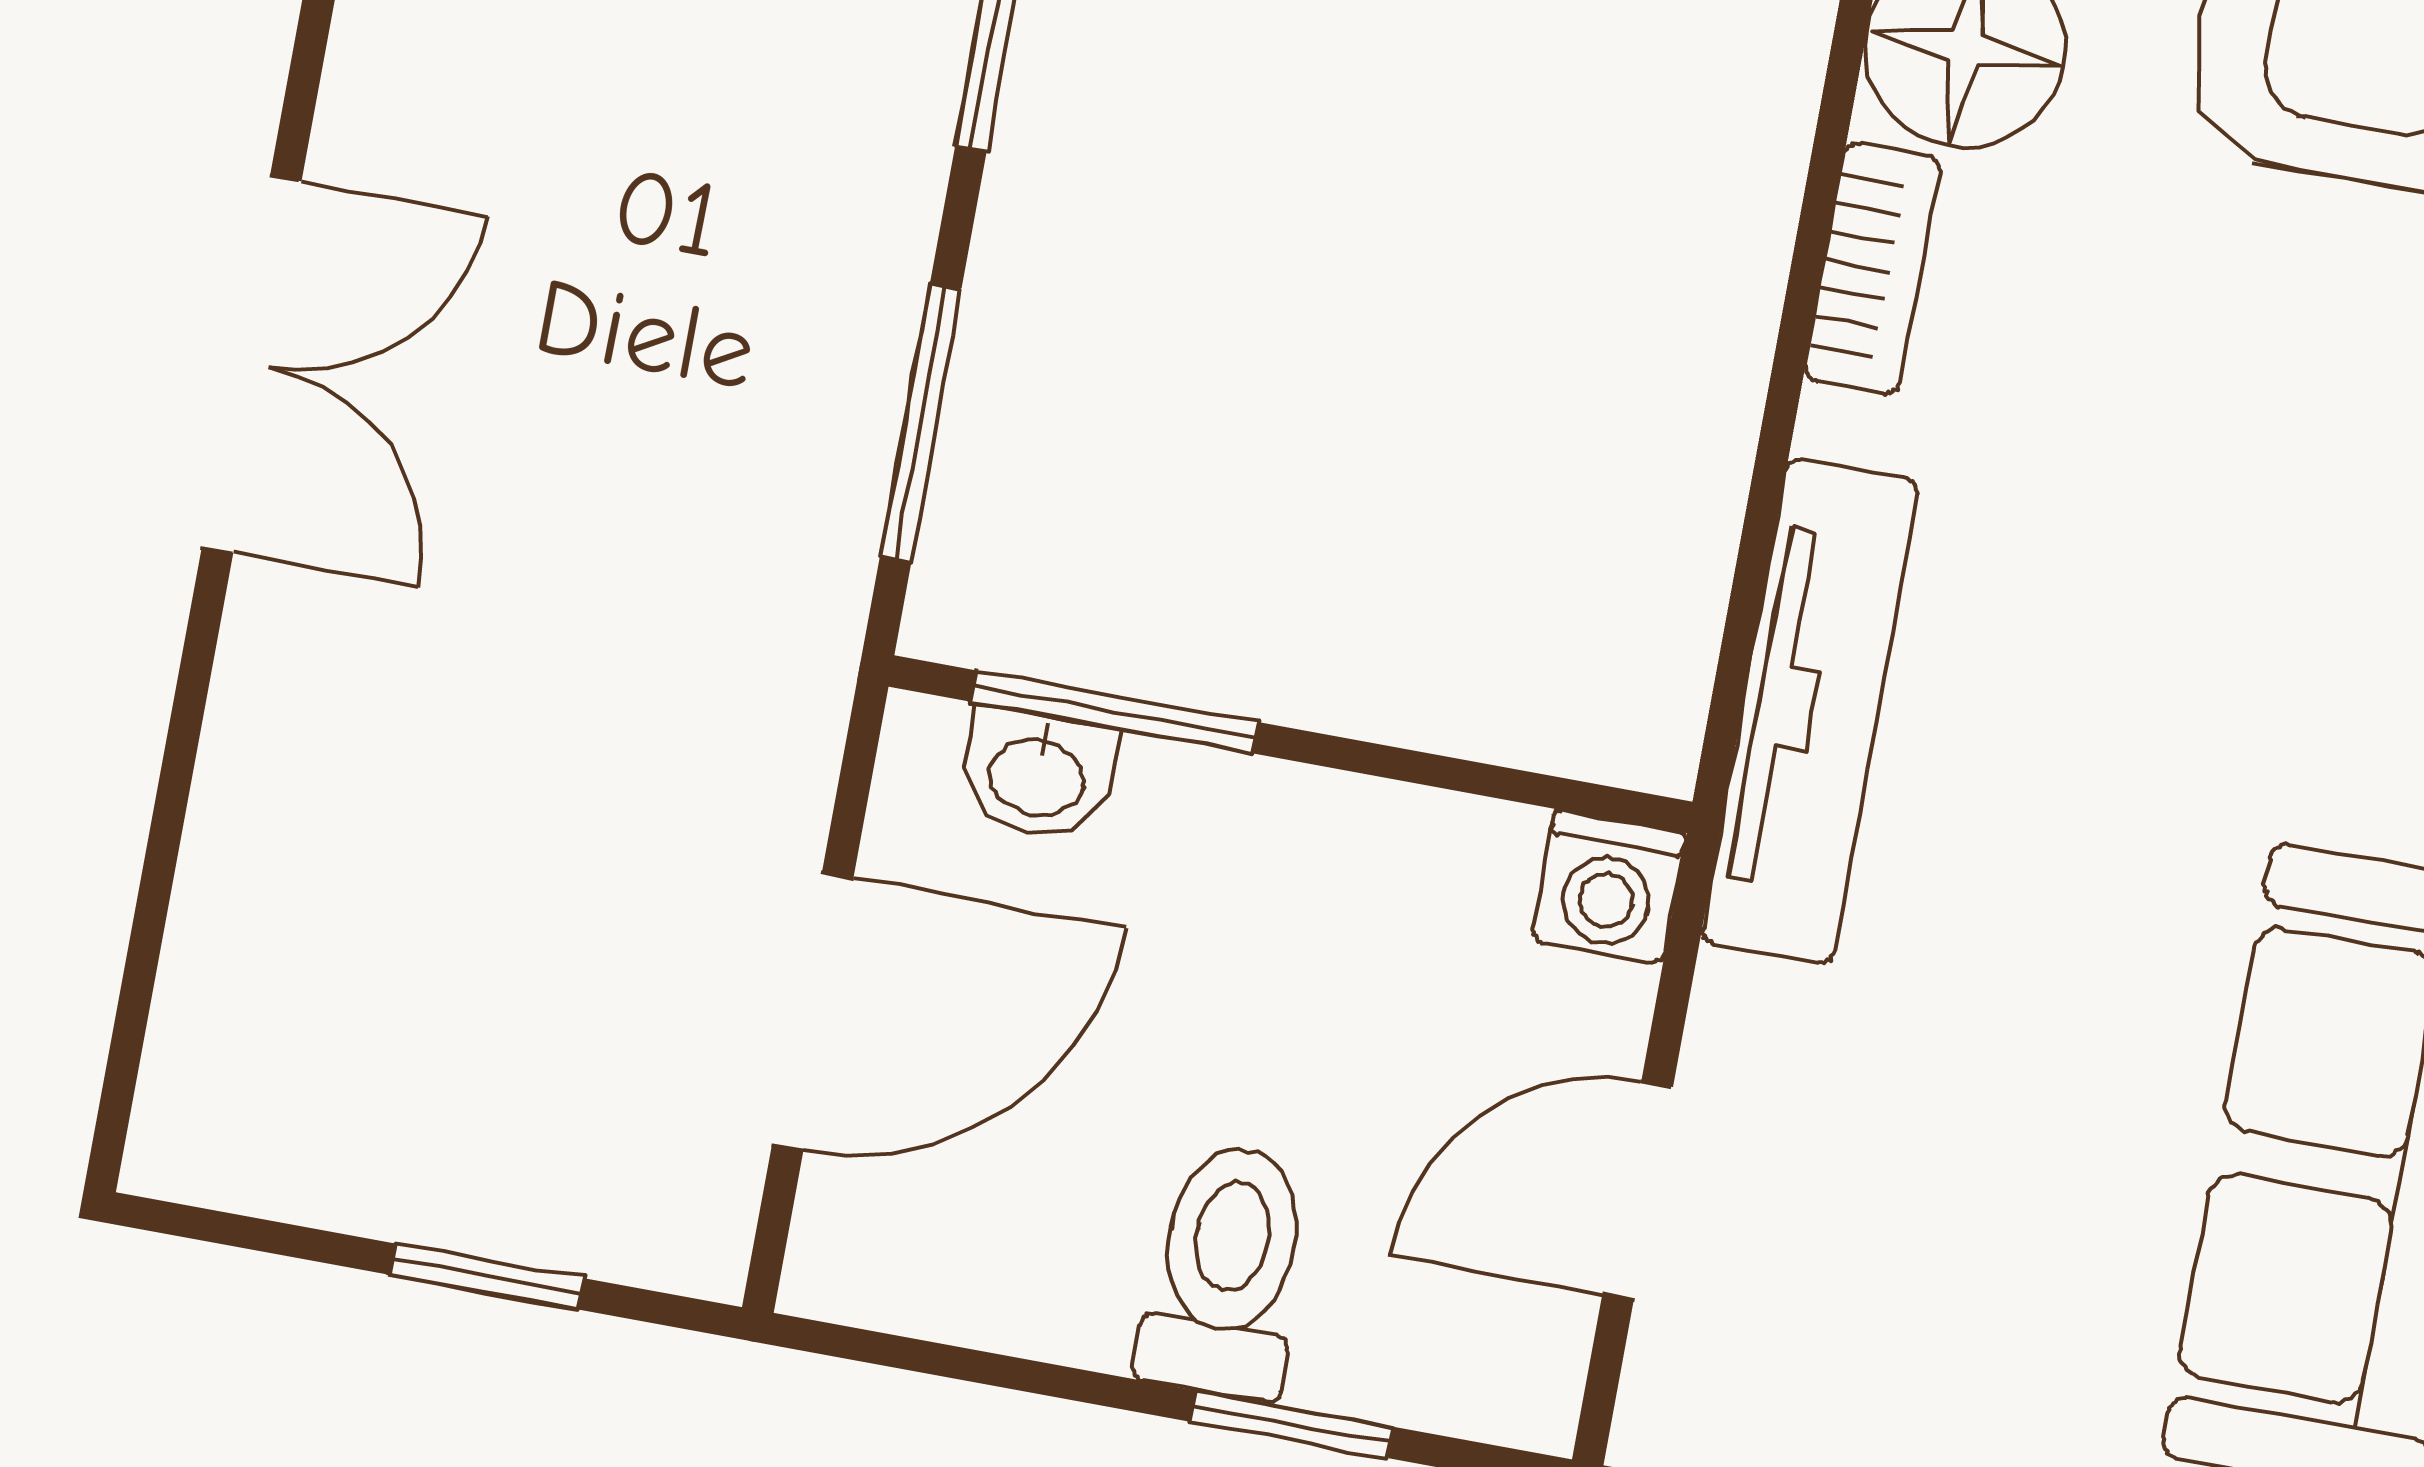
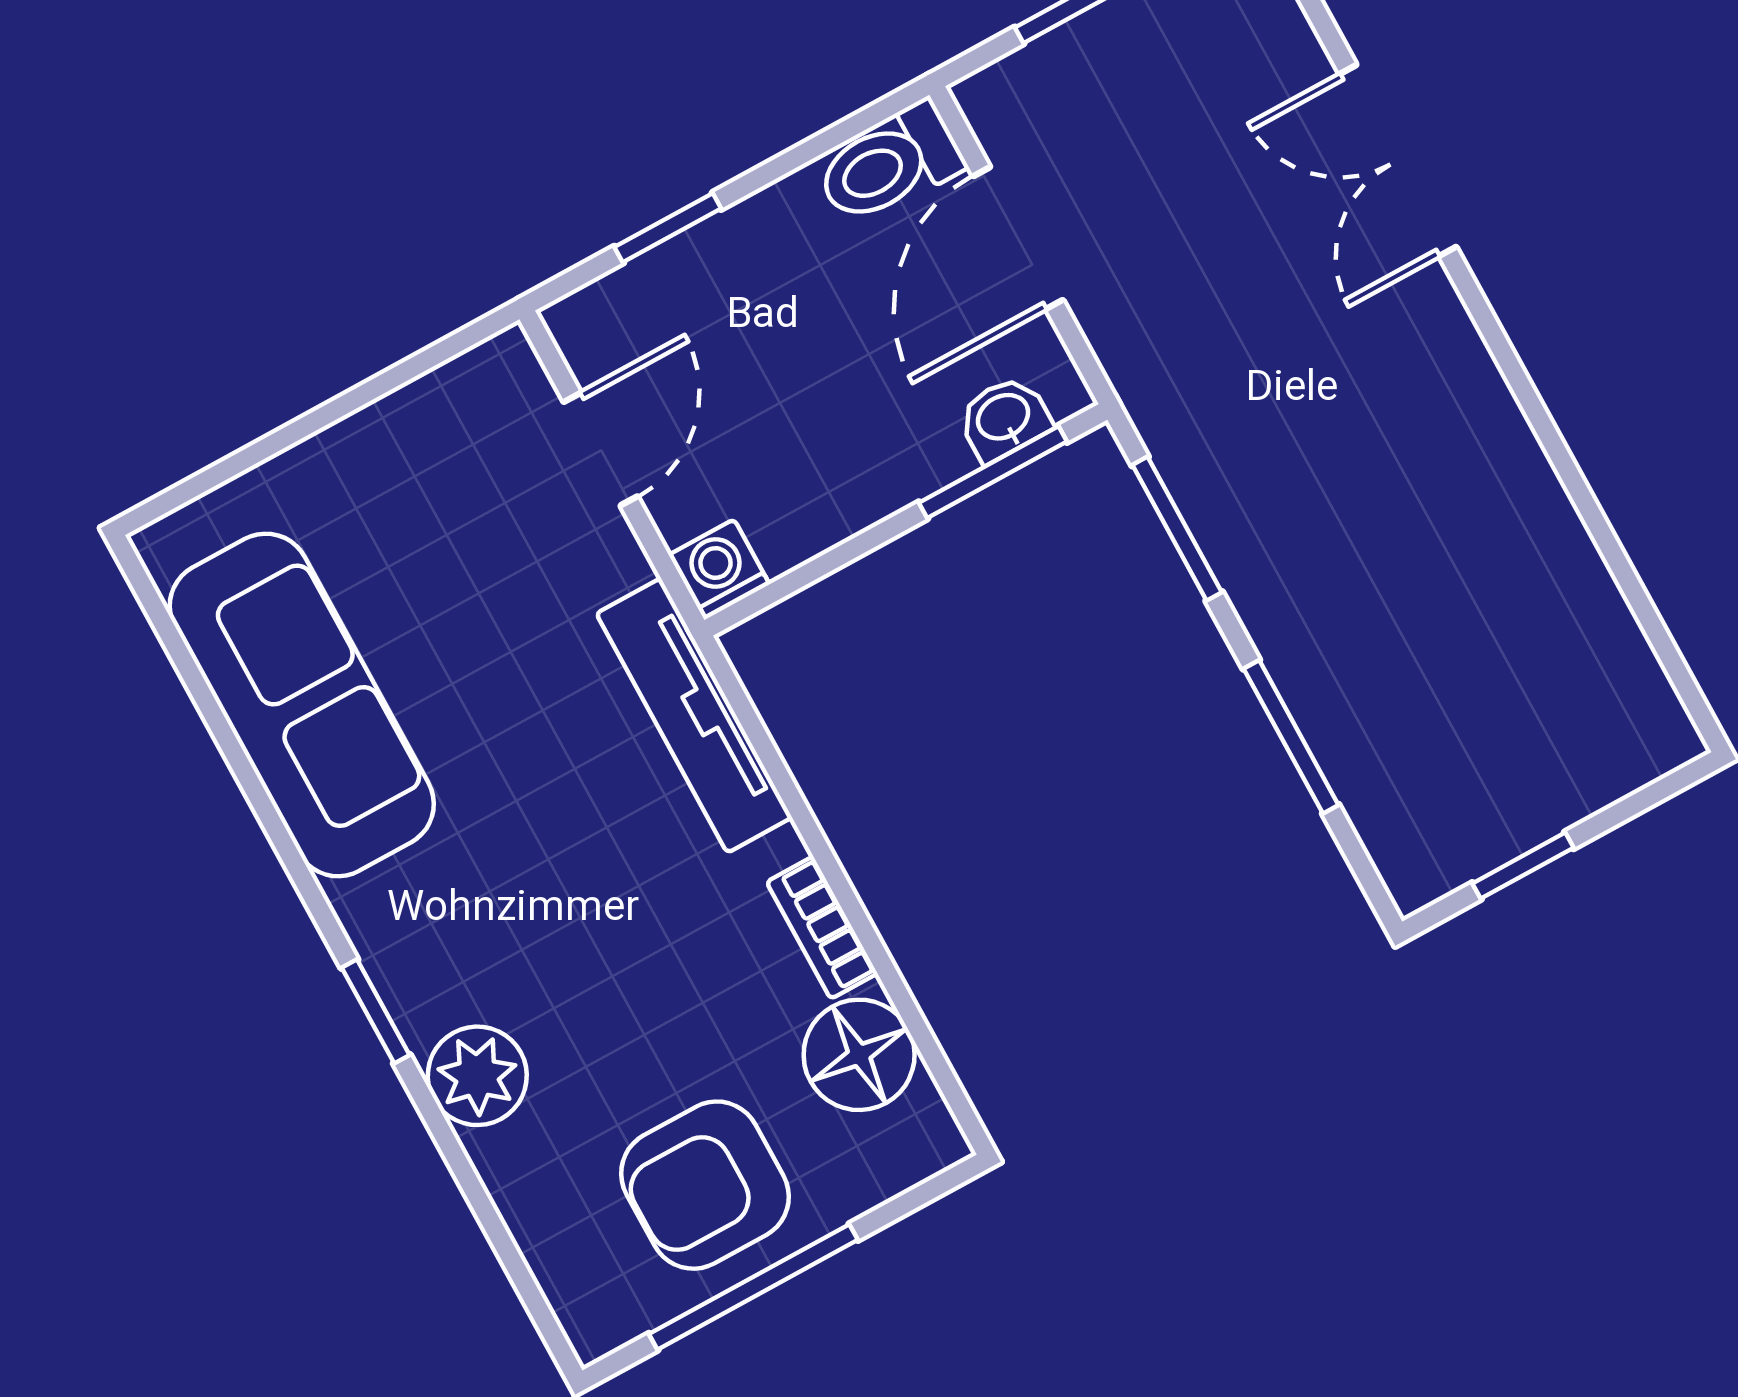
double door: (252, 364) -> (1398, 160), moved
toilet: (1226, 1270) -> (889, 164), moved, turned 90

